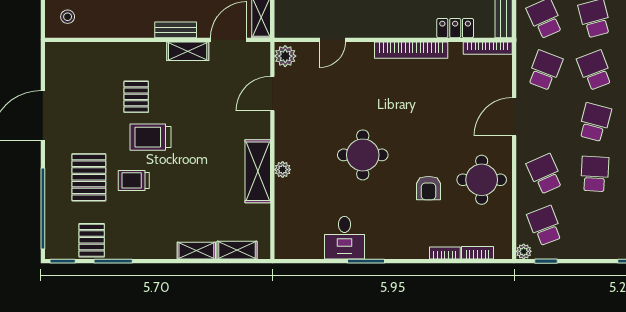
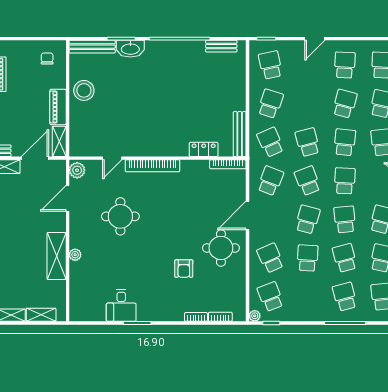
bookcase: (411, 50) -> (152, 166), moved
round table: (363, 155) -> (120, 216), moved
round table: (482, 180) -> (221, 248), moved

